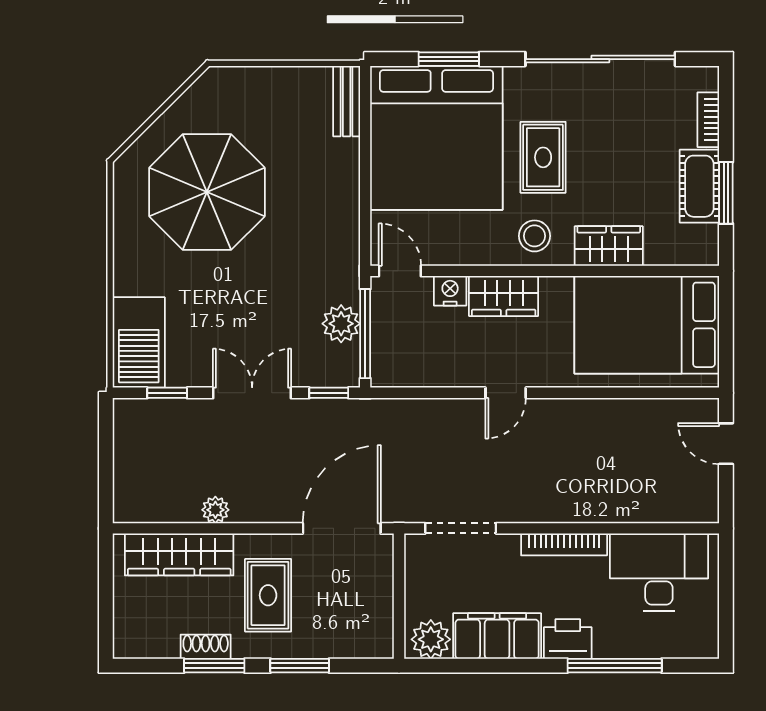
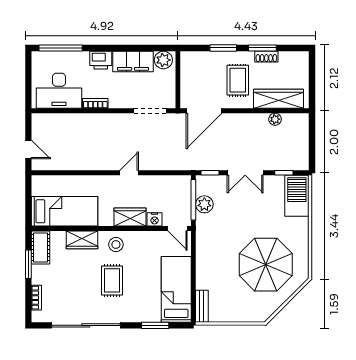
bed: (436, 138) -> (176, 289), width x0.49
cot: (699, 186) -> (41, 247), moved
bed: (647, 325) -> (65, 211), width x0.67
plant: (215, 510) -> (275, 119), moved
bookcase: (564, 544) -> (95, 103), width x0.64
window: (615, 666) -> (61, 48), moved

